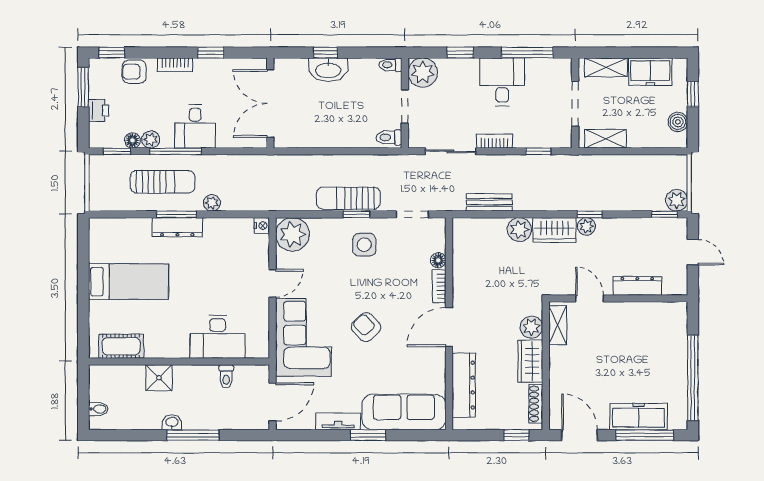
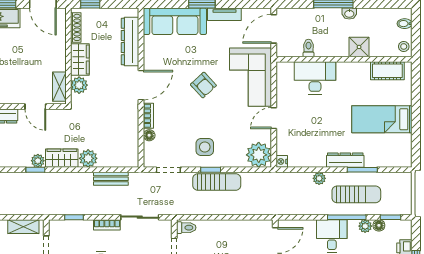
sun lounger: (163, 182) -> (356, 194), turned 180
window: (176, 214) -> (362, 170), moved
stool: (100, 378) -> (404, 46), added

